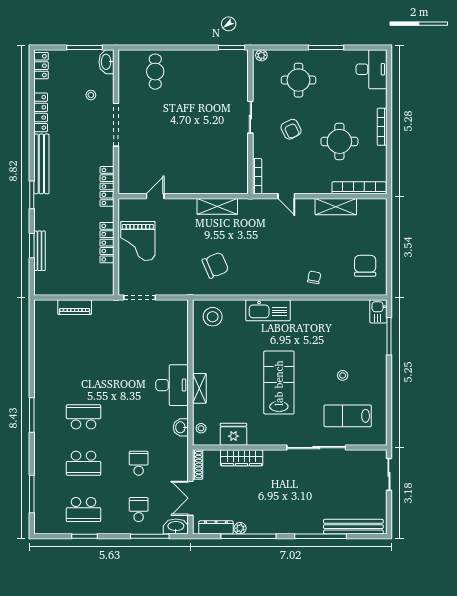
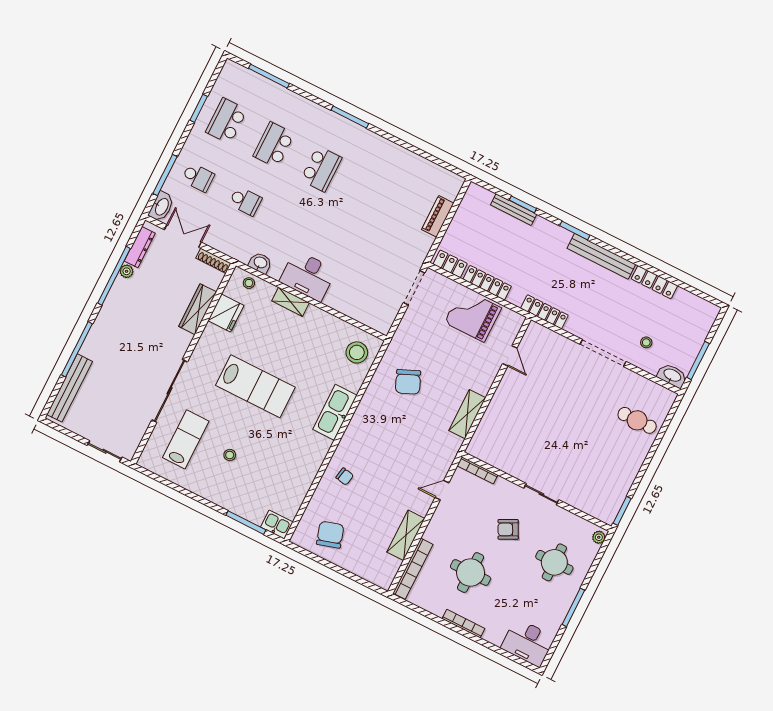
locker: (41, 66) -> (450, 264), moved, turned 180
chair: (365, 266) -> (330, 535), turned -107

